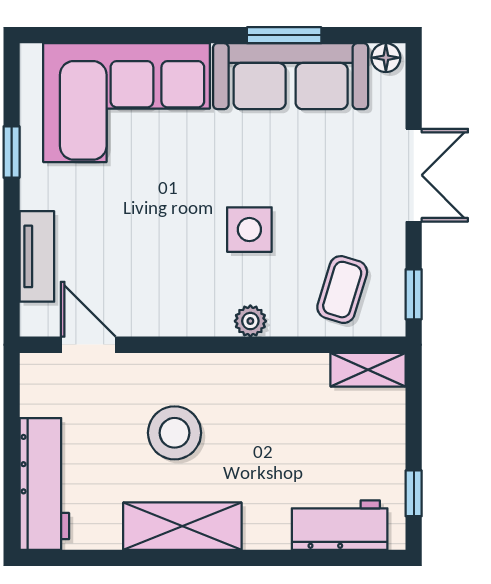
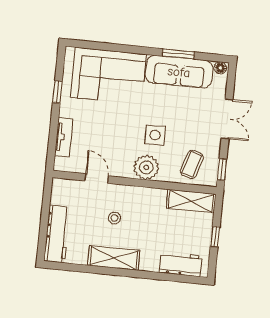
plant: (250, 321) -> (146, 167), width x1.88, depth x1.88
door: (88, 345) -> (97, 178), moved
shelving: (368, 370) -> (191, 201), width x1.50, depth x1.33
stool: (175, 433) -> (114, 218), width x0.53, depth x0.53
window: (414, 493) -> (215, 237), moved

